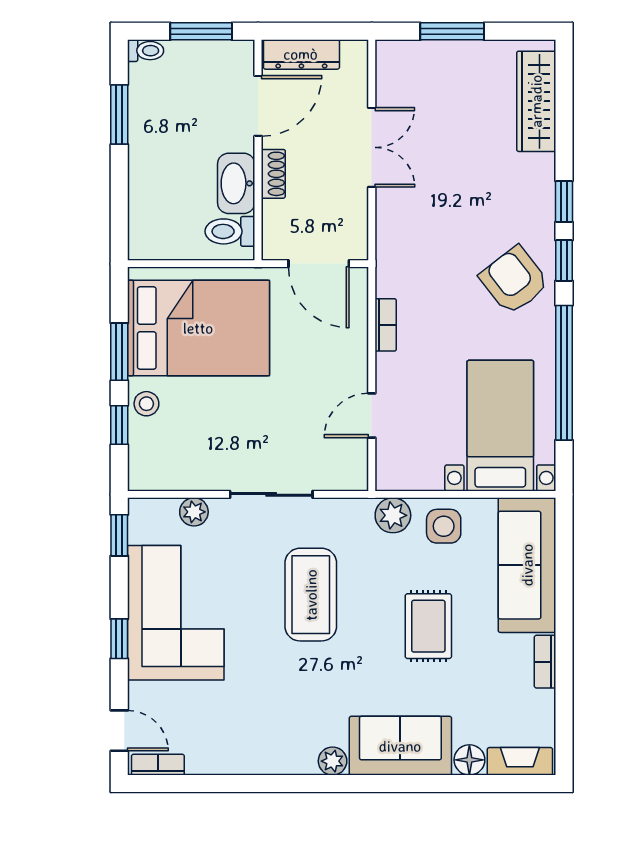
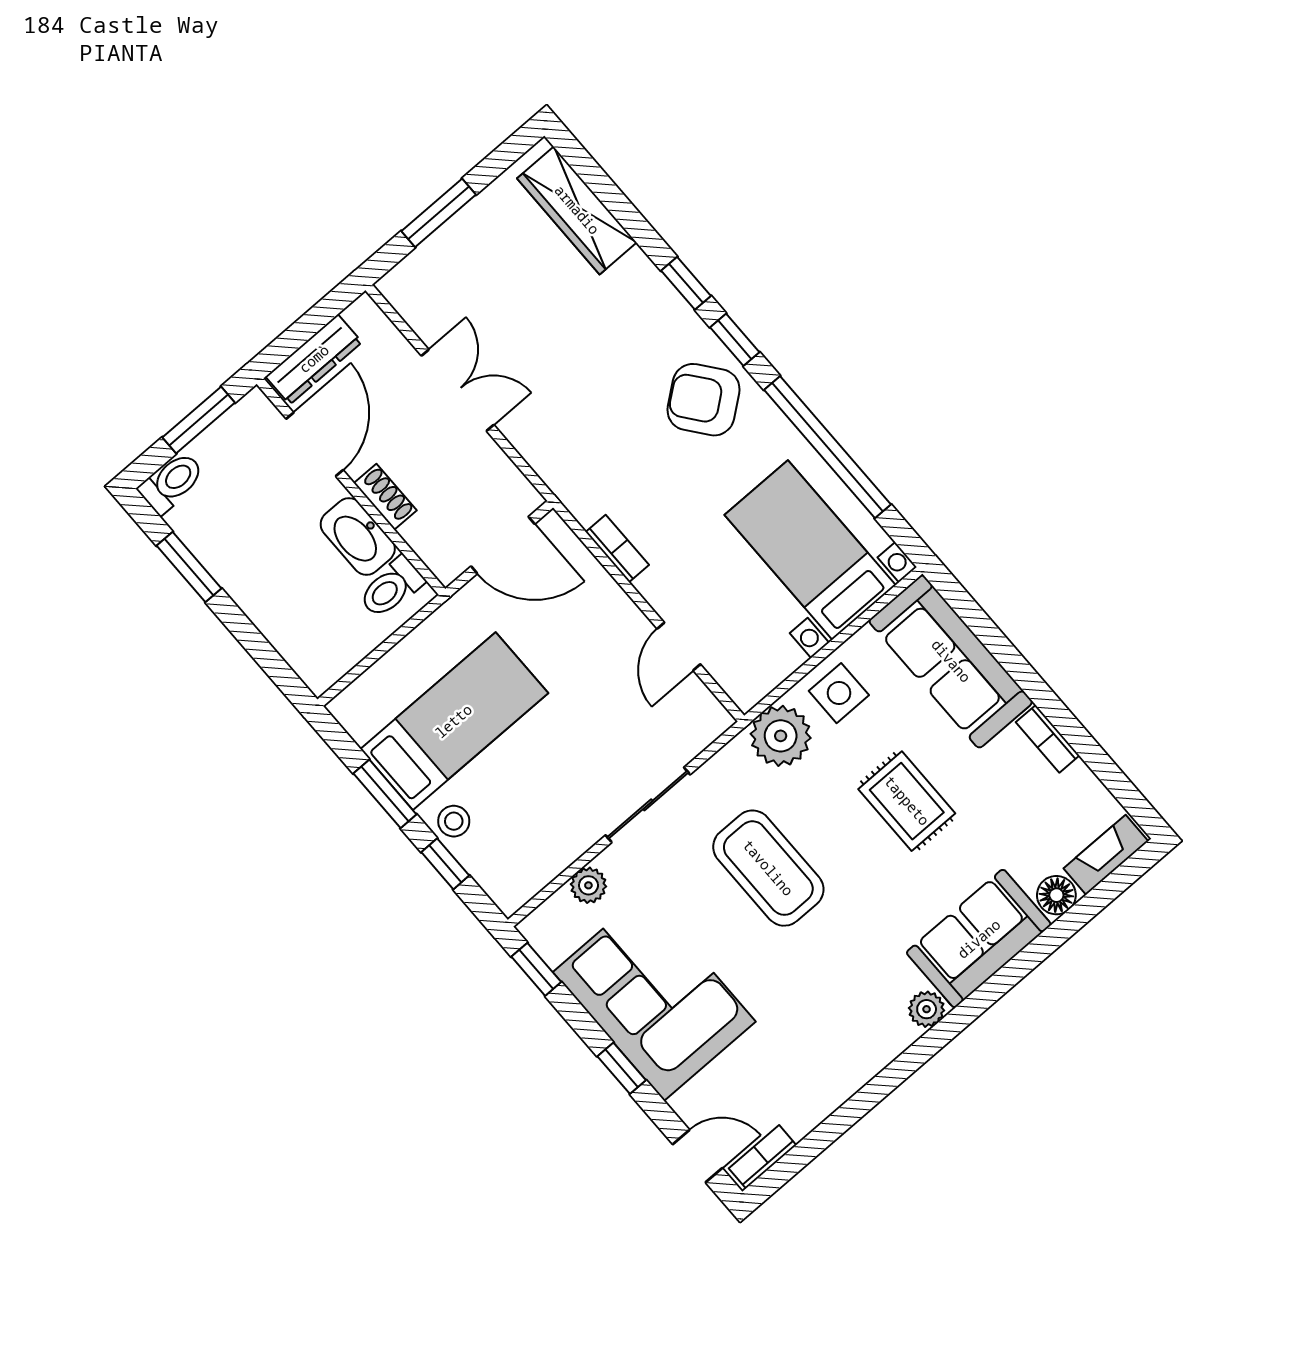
toilet: (146, 51) -> (172, 483), width x1.37, depth x1.39
bed: (198, 328) -> (454, 721), width x0.67
plant: (393, 515) -> (781, 736), width x1.36, depth x1.36

